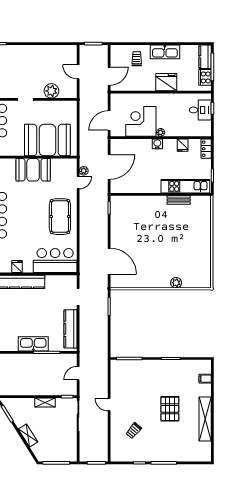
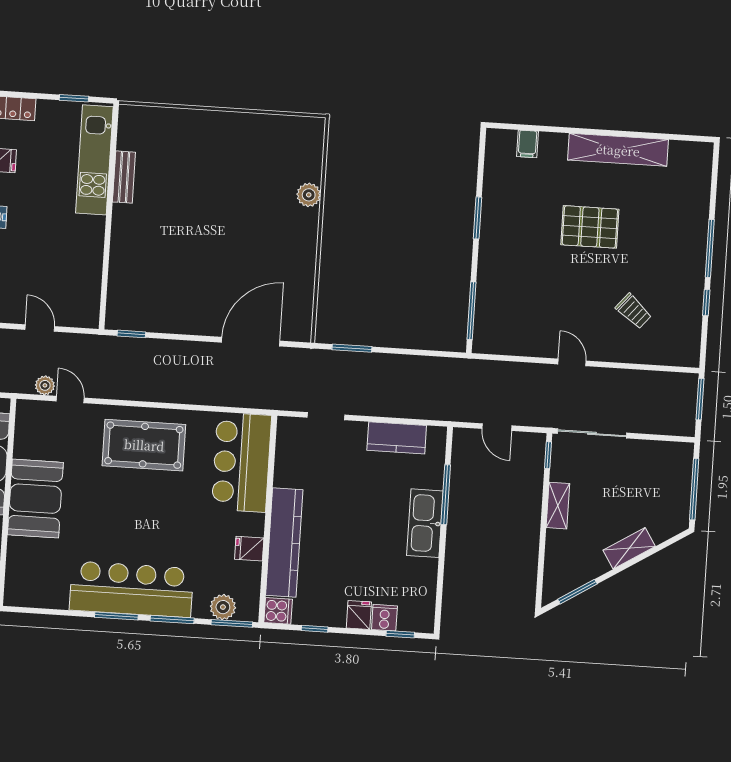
door: (109, 167) -> (40, 328), width x0.53
kitchen counter: (70, 329) -> (397, 438), width x0.67
door: (109, 405) -> (572, 362), swing flipped

